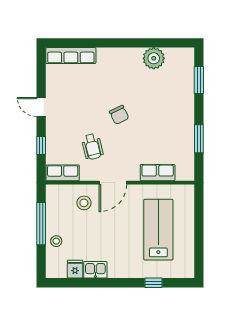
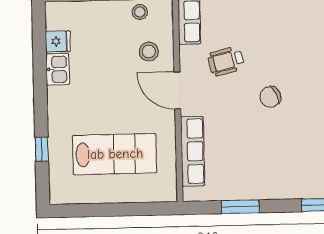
row of seats: (158, 173) -> (193, 151), width x1.48
stool: (56, 241) -> (140, 12), moved

